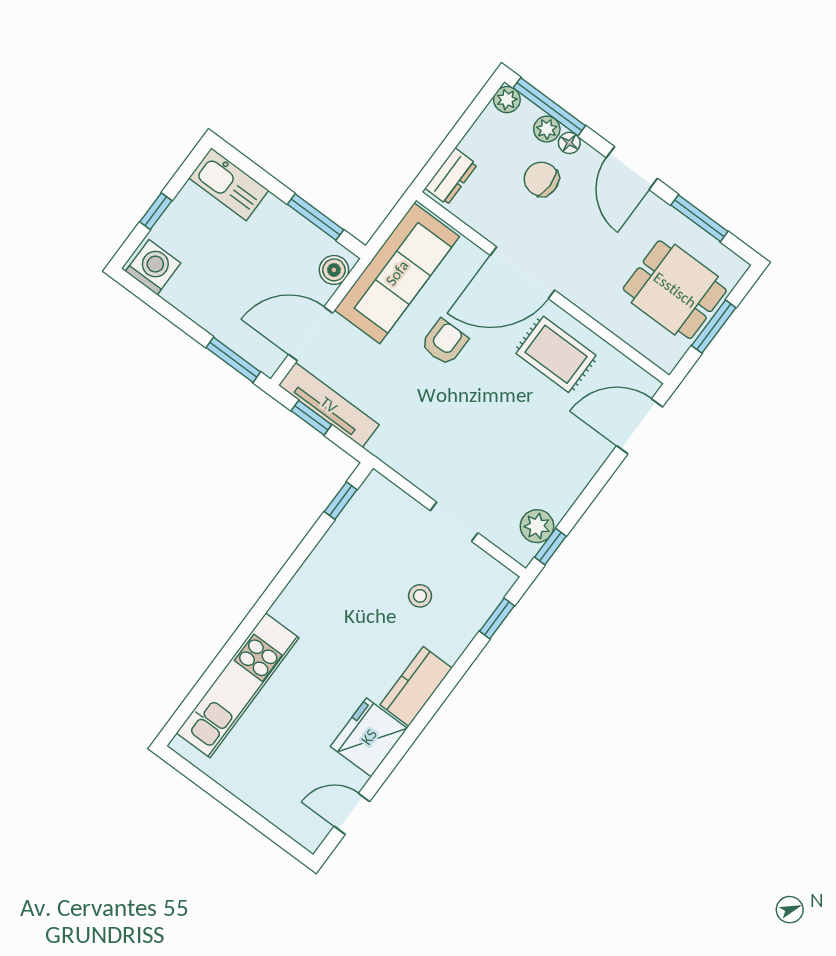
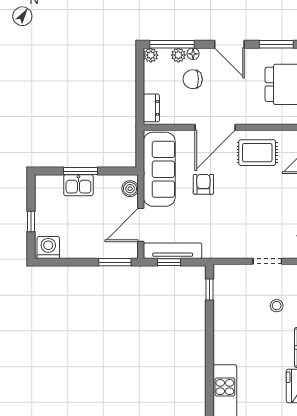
kitchen sink: (229, 184) -> (78, 185), moved, width x0.73
window: (316, 217) -> (80, 171), moved

